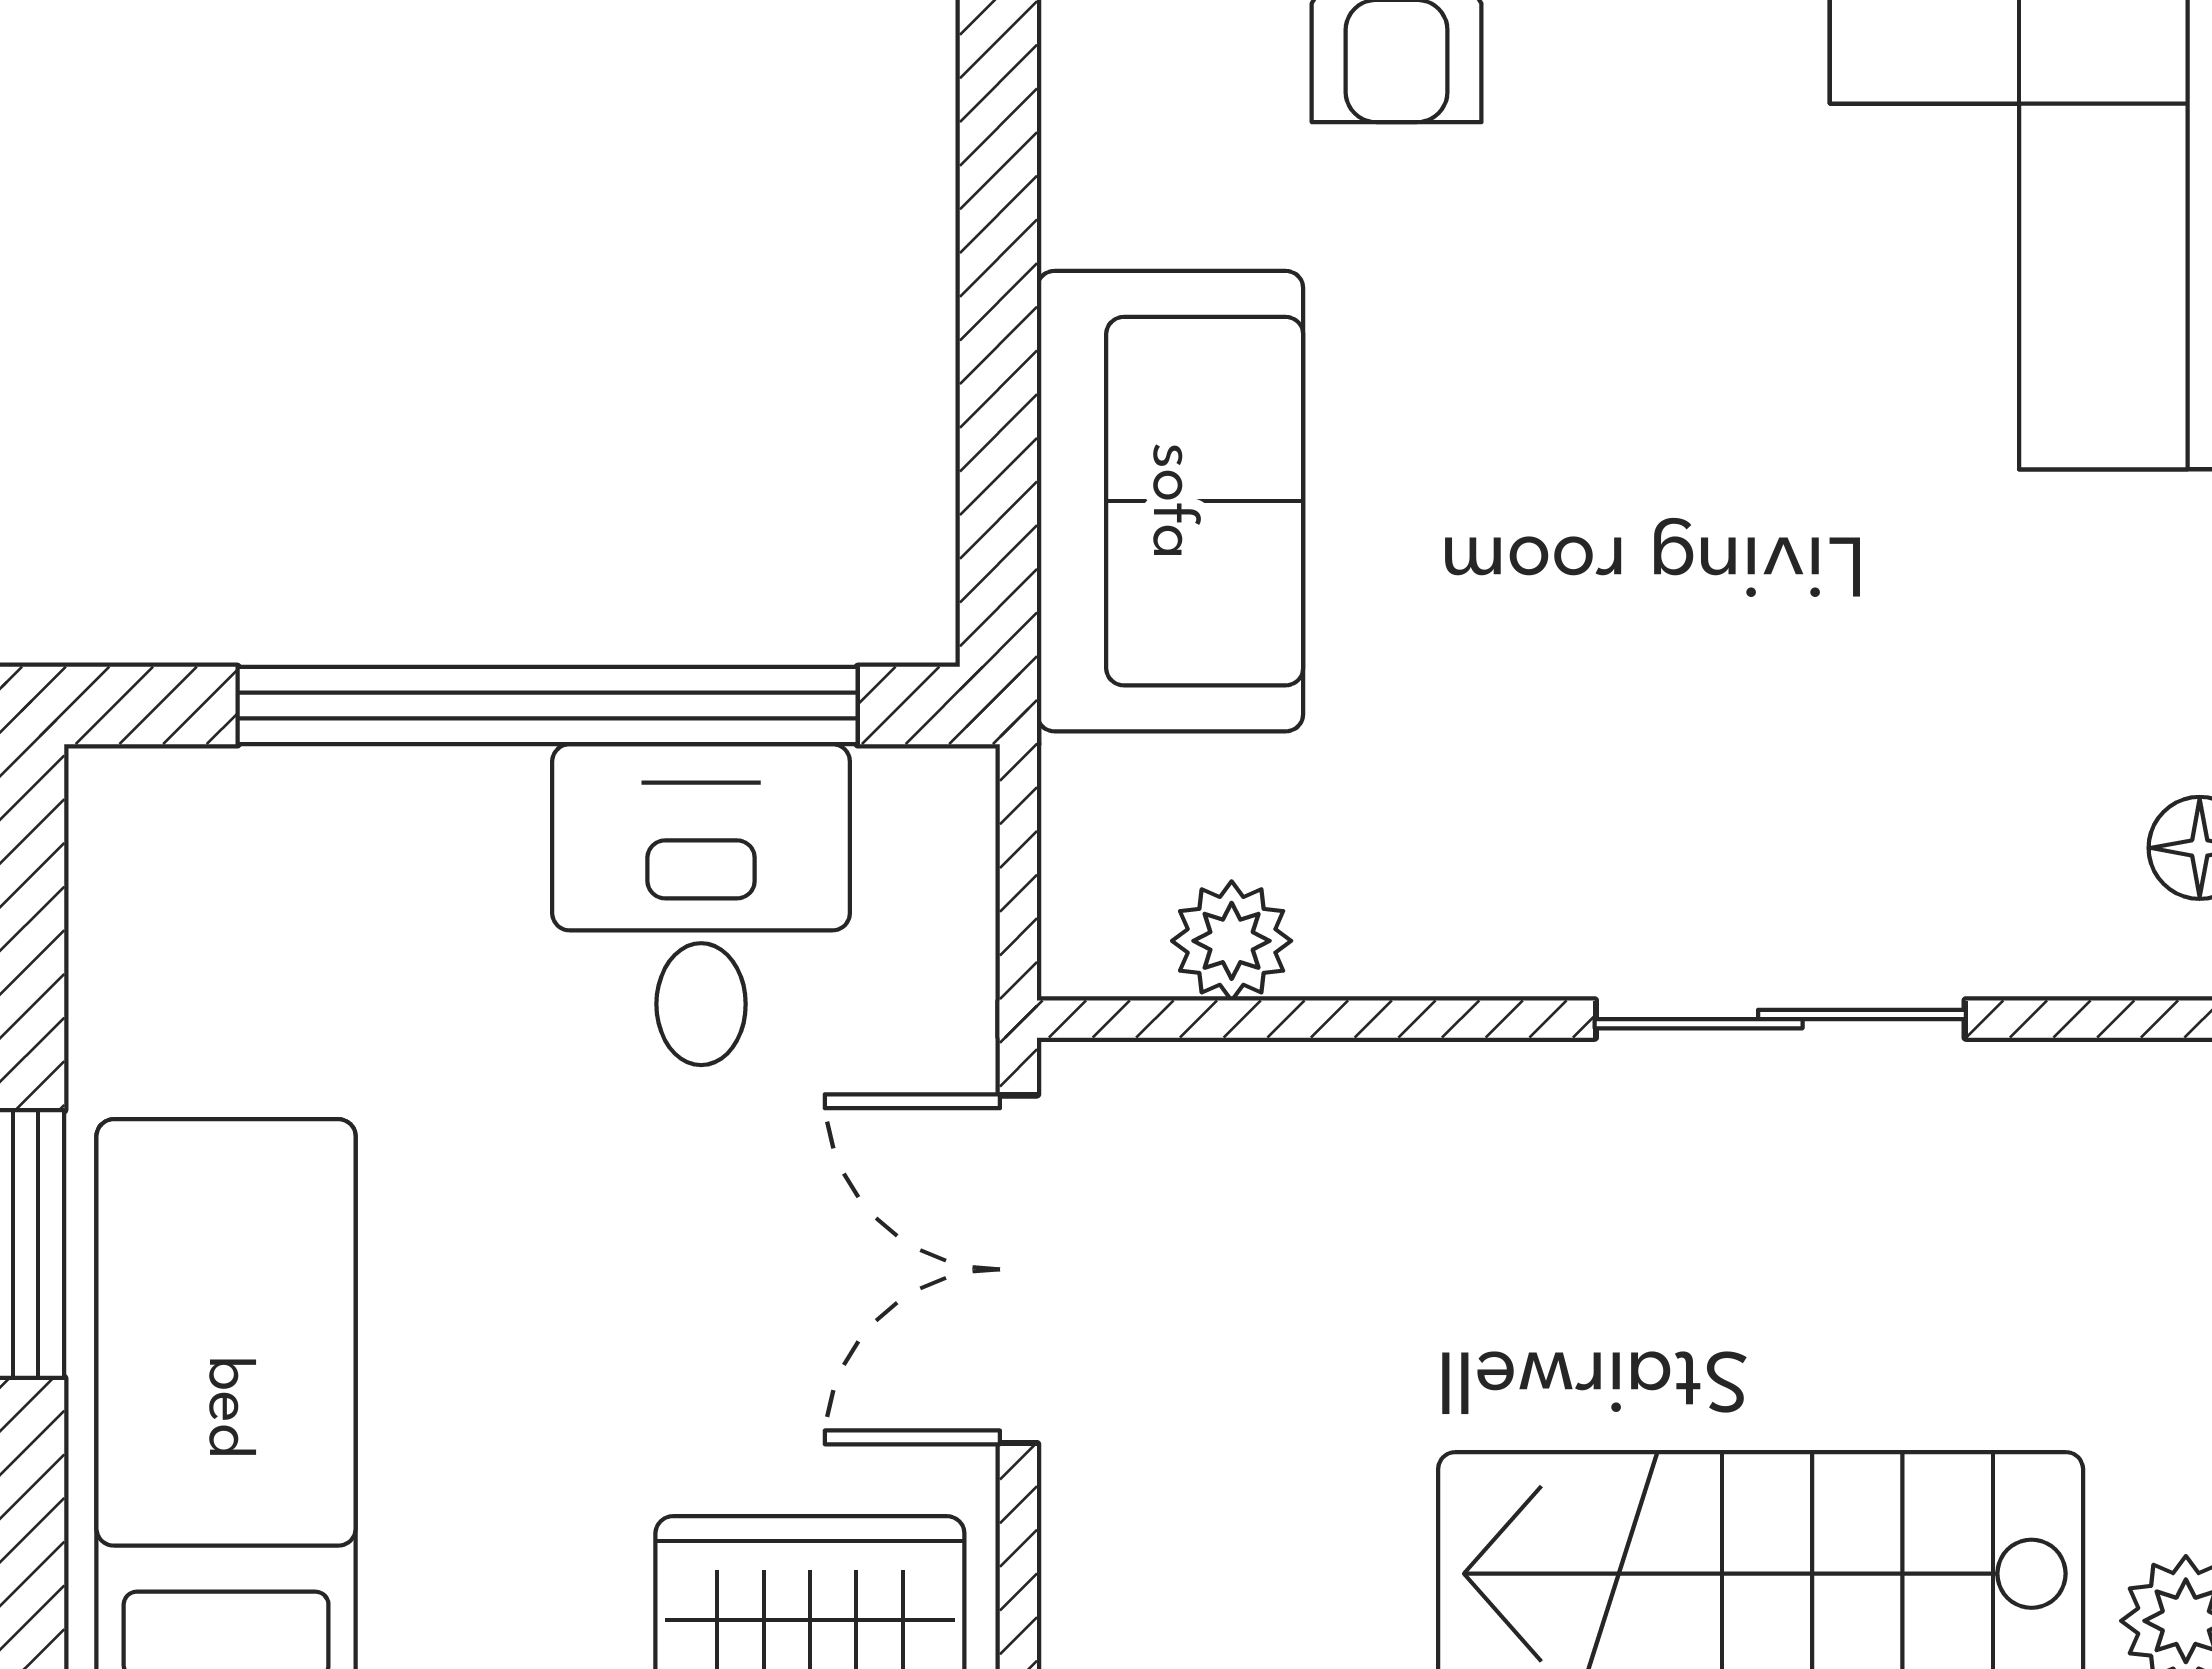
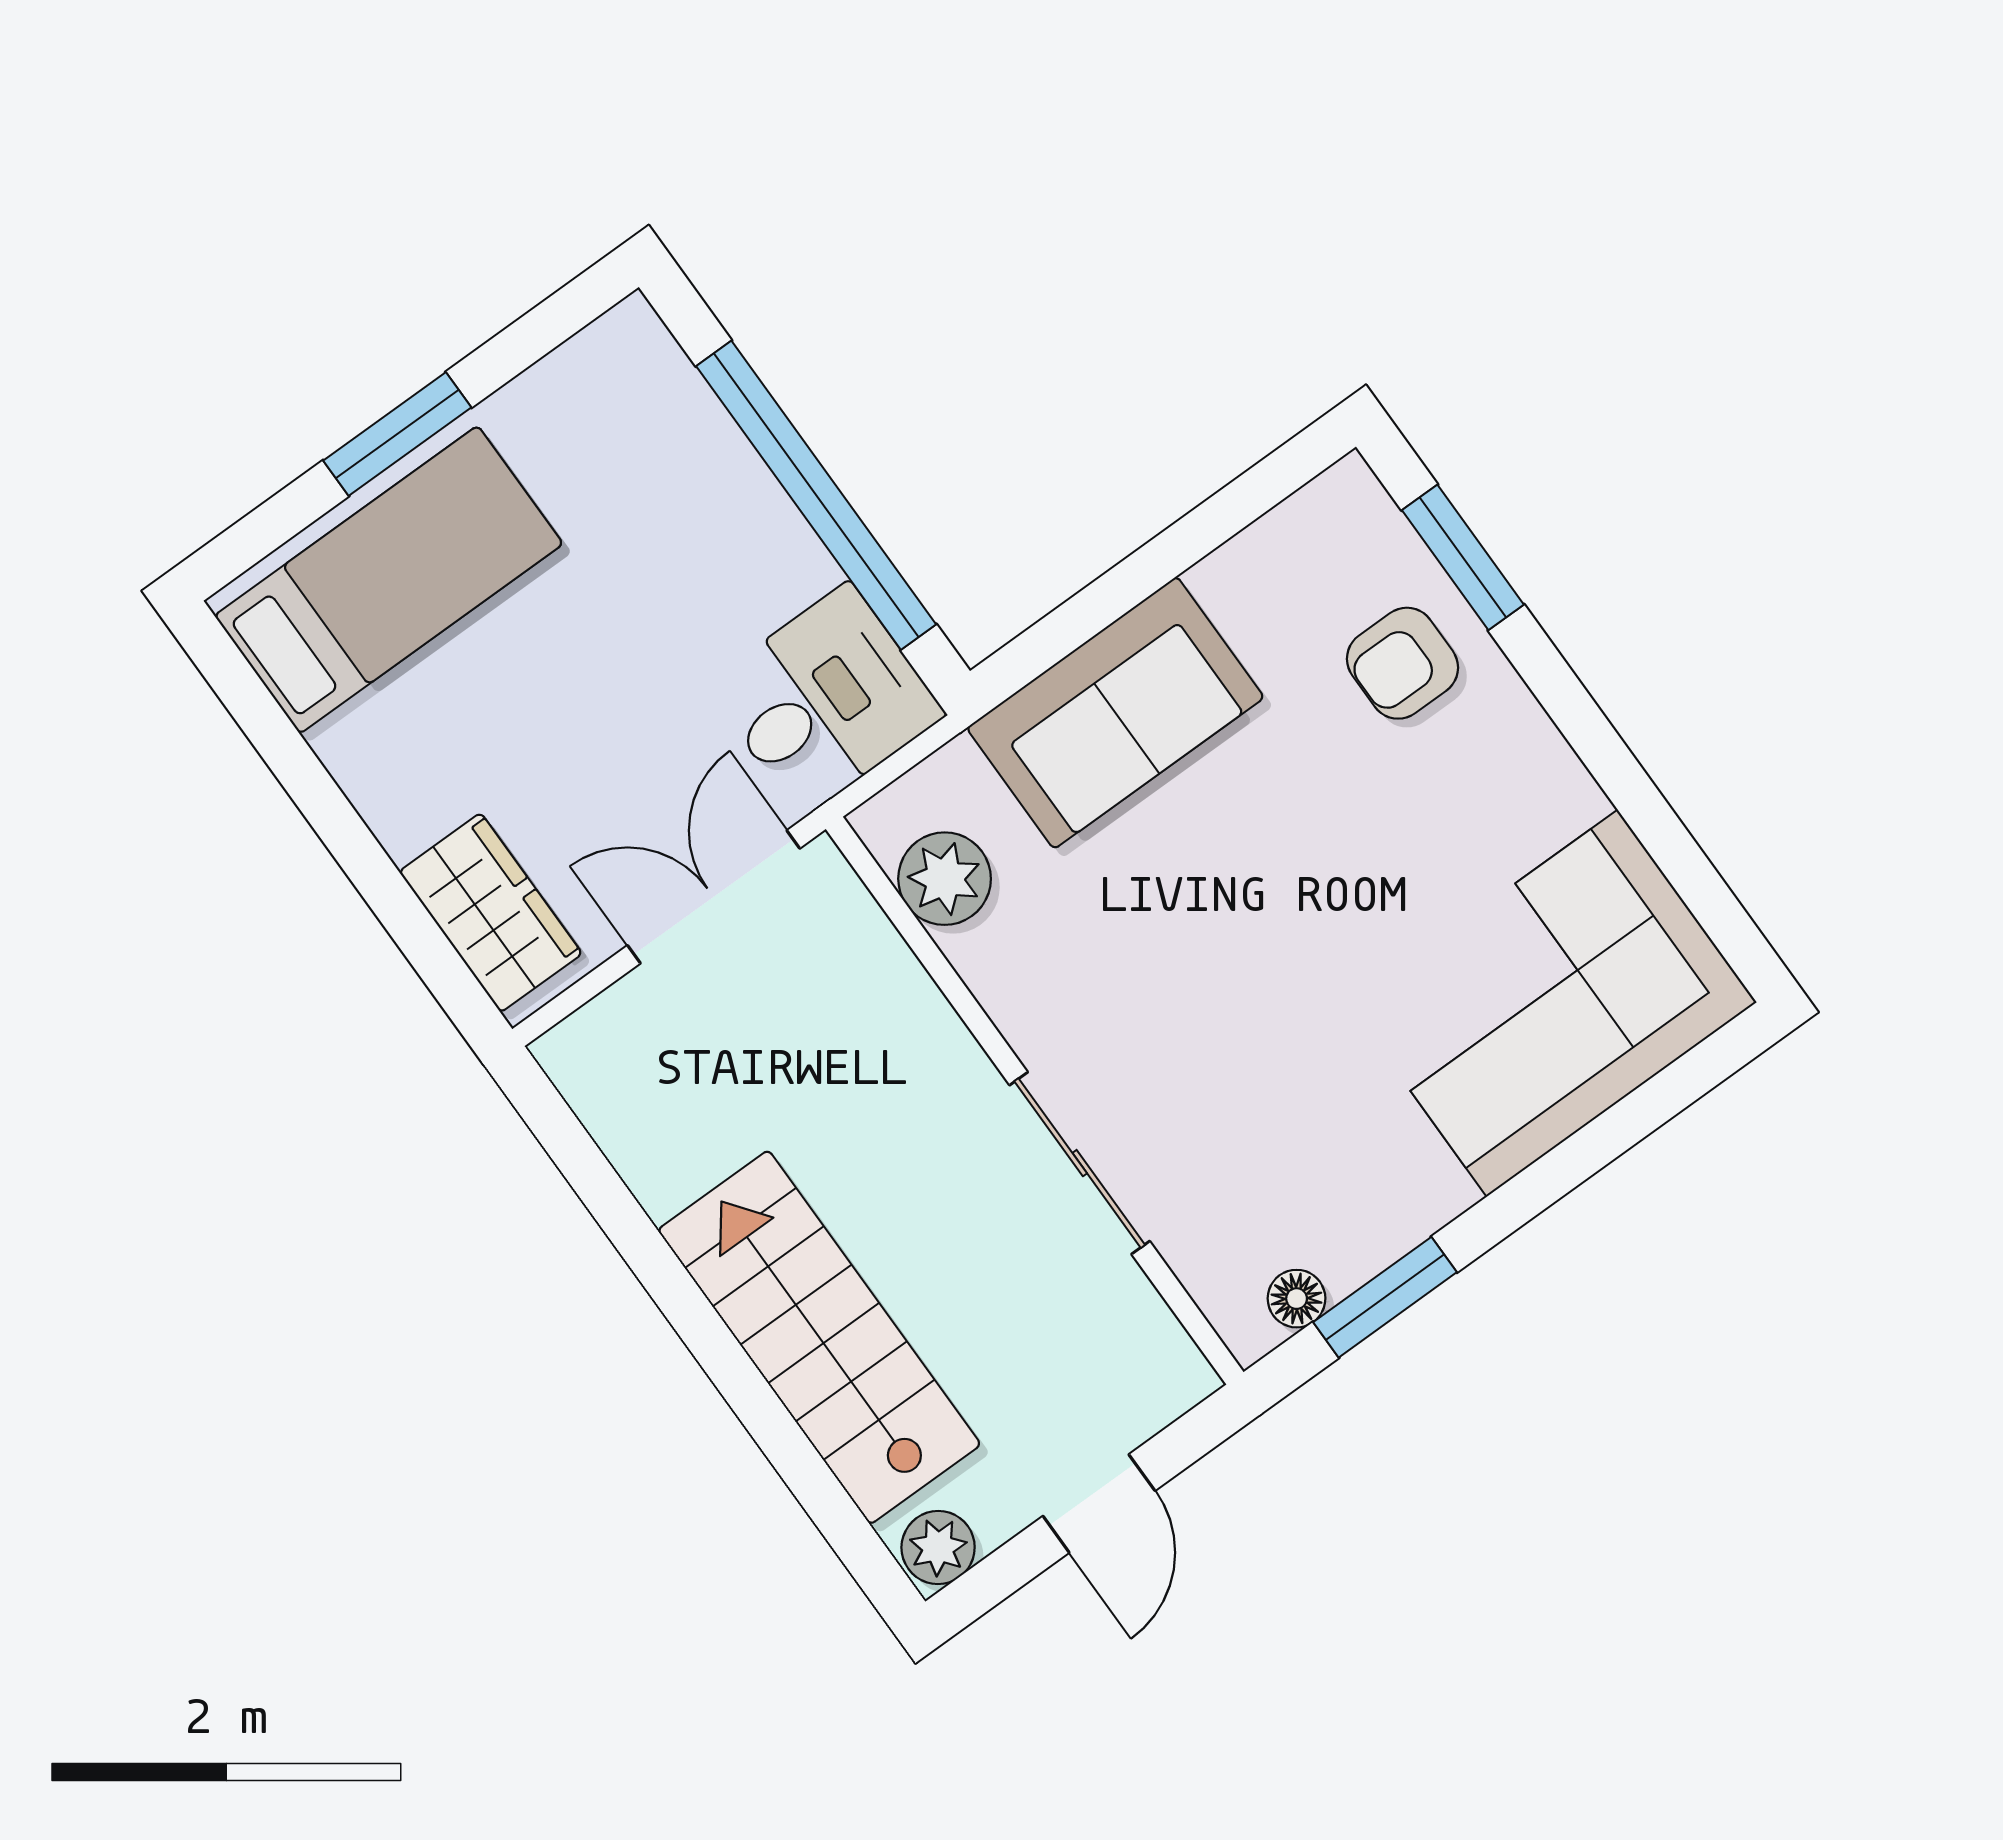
desk: (701, 905) -> (825, 700), moved
plant: (1232, 941) -> (945, 879), width x1.38, depth x1.38

